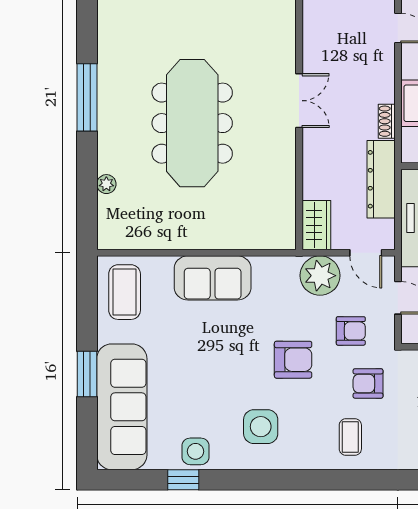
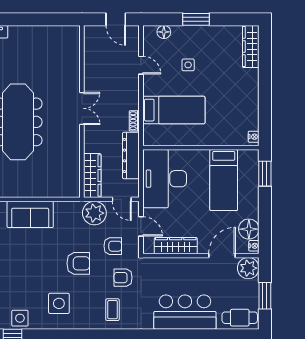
wardrobe: (316, 225) -> (92, 176), width x1.50

